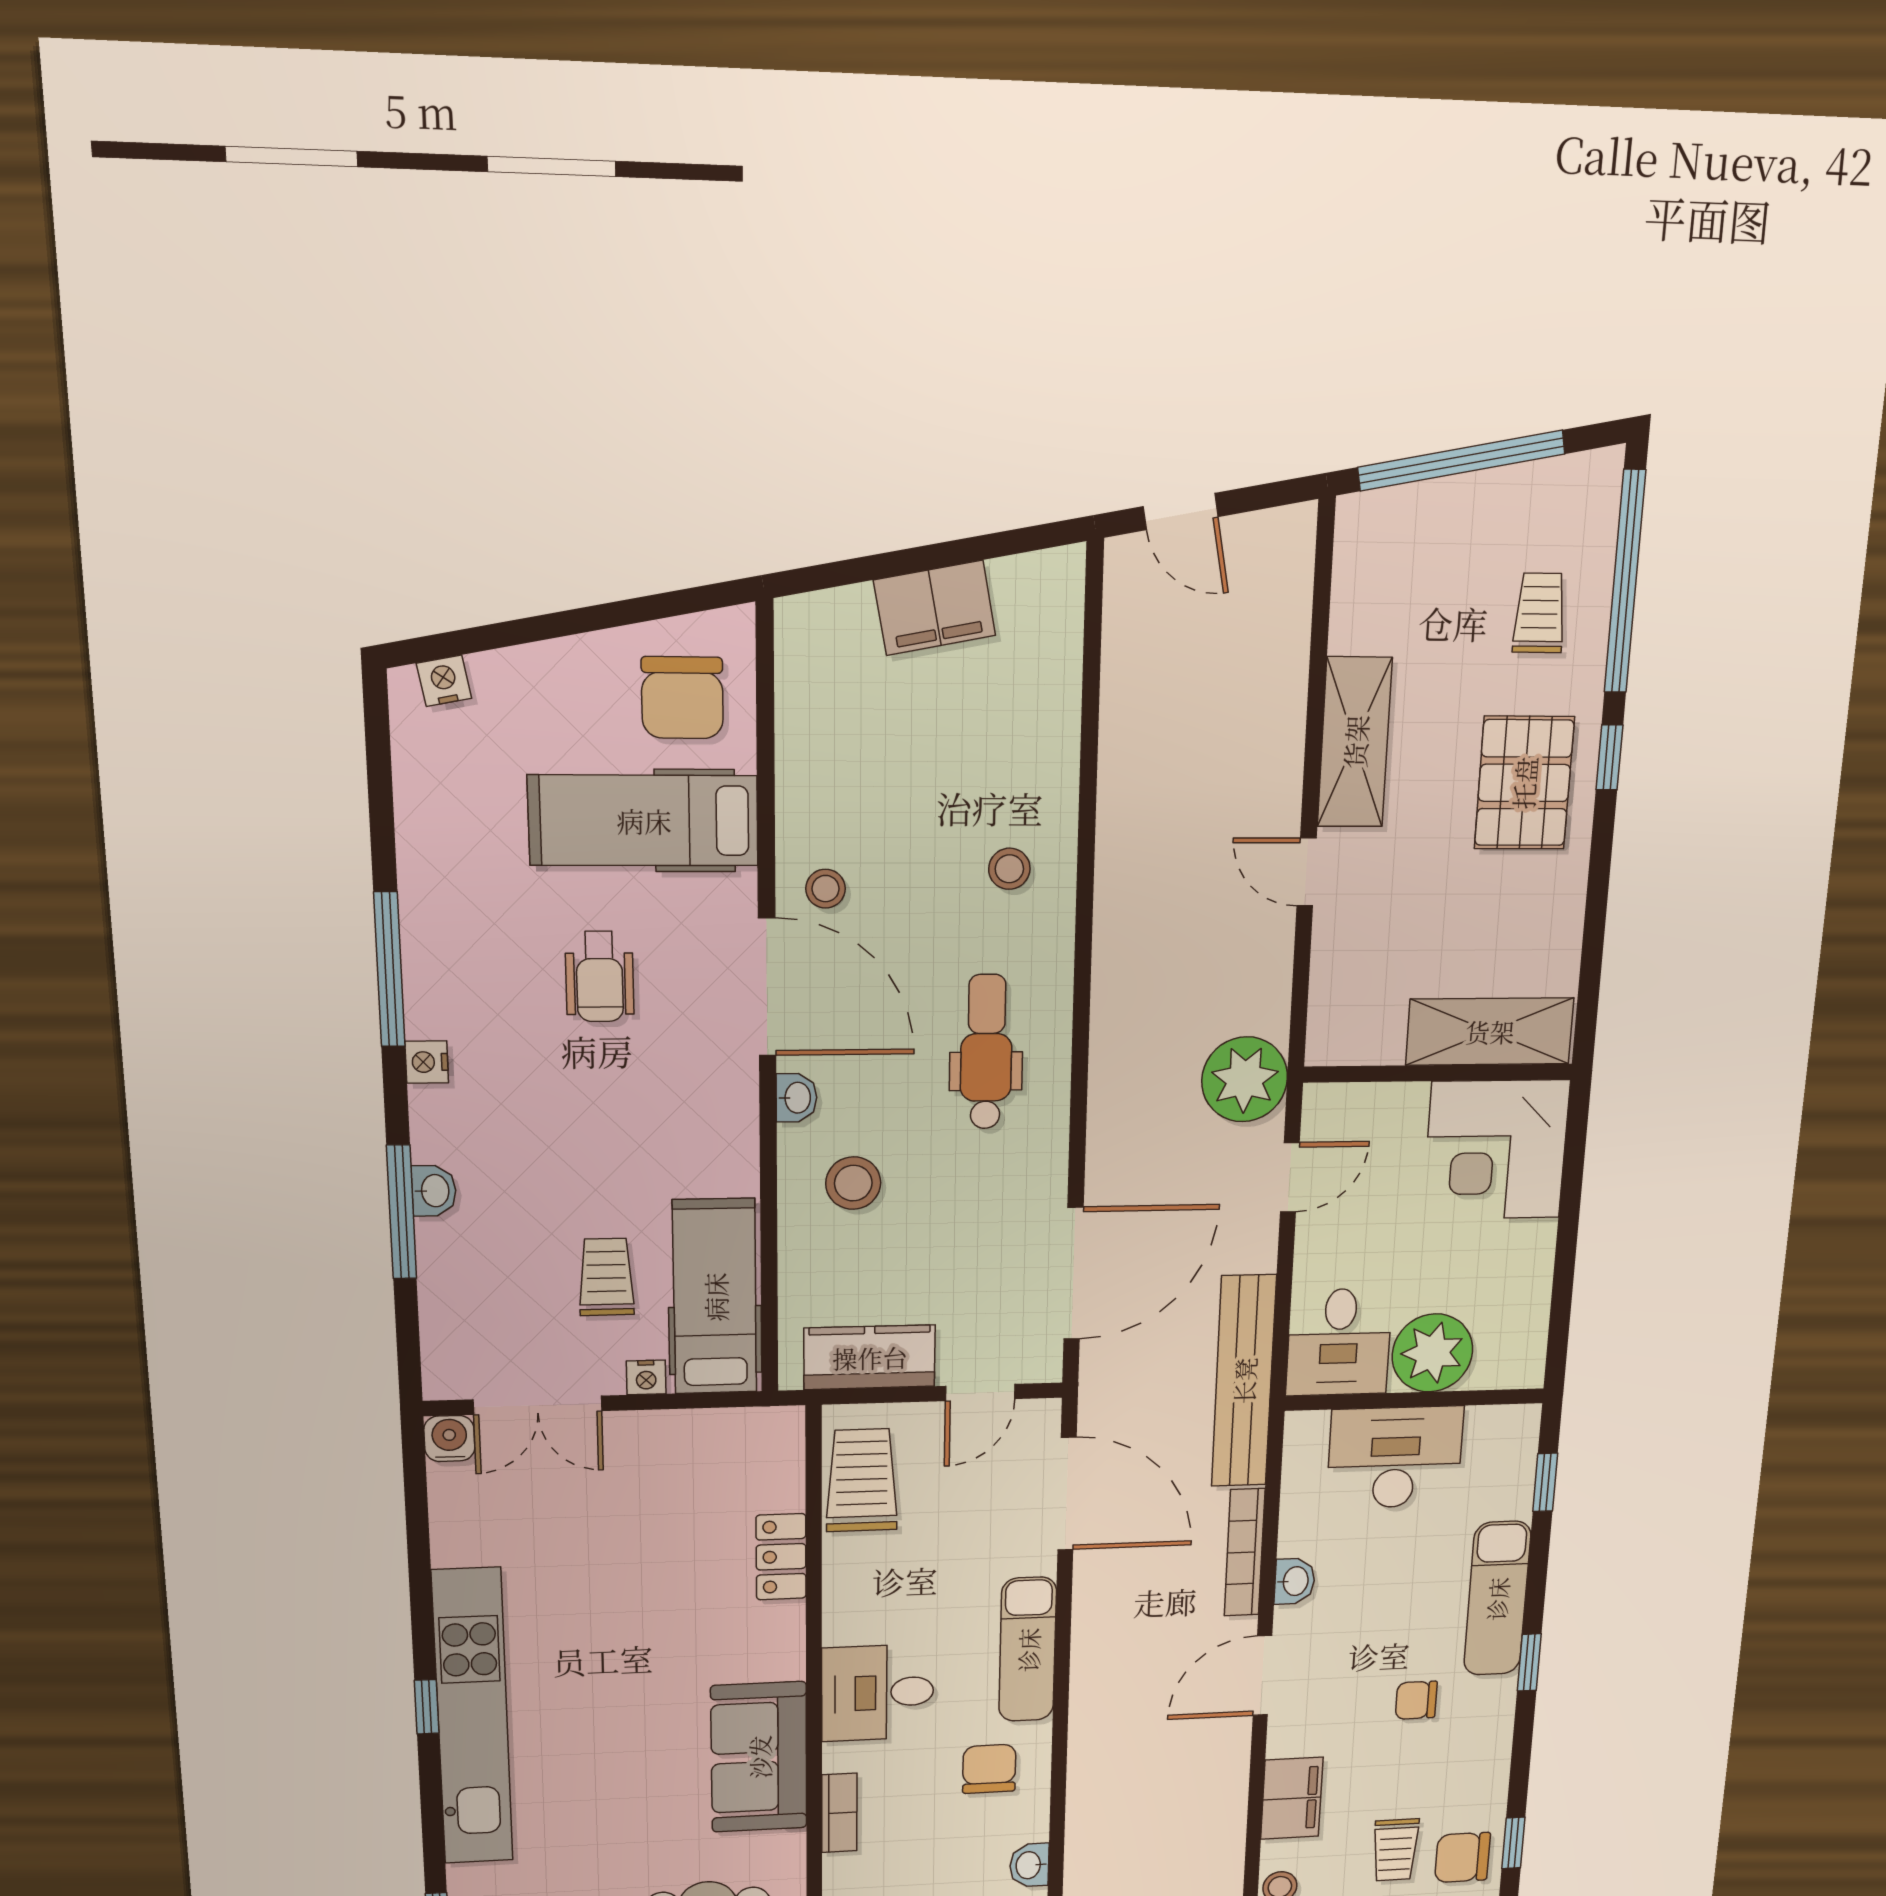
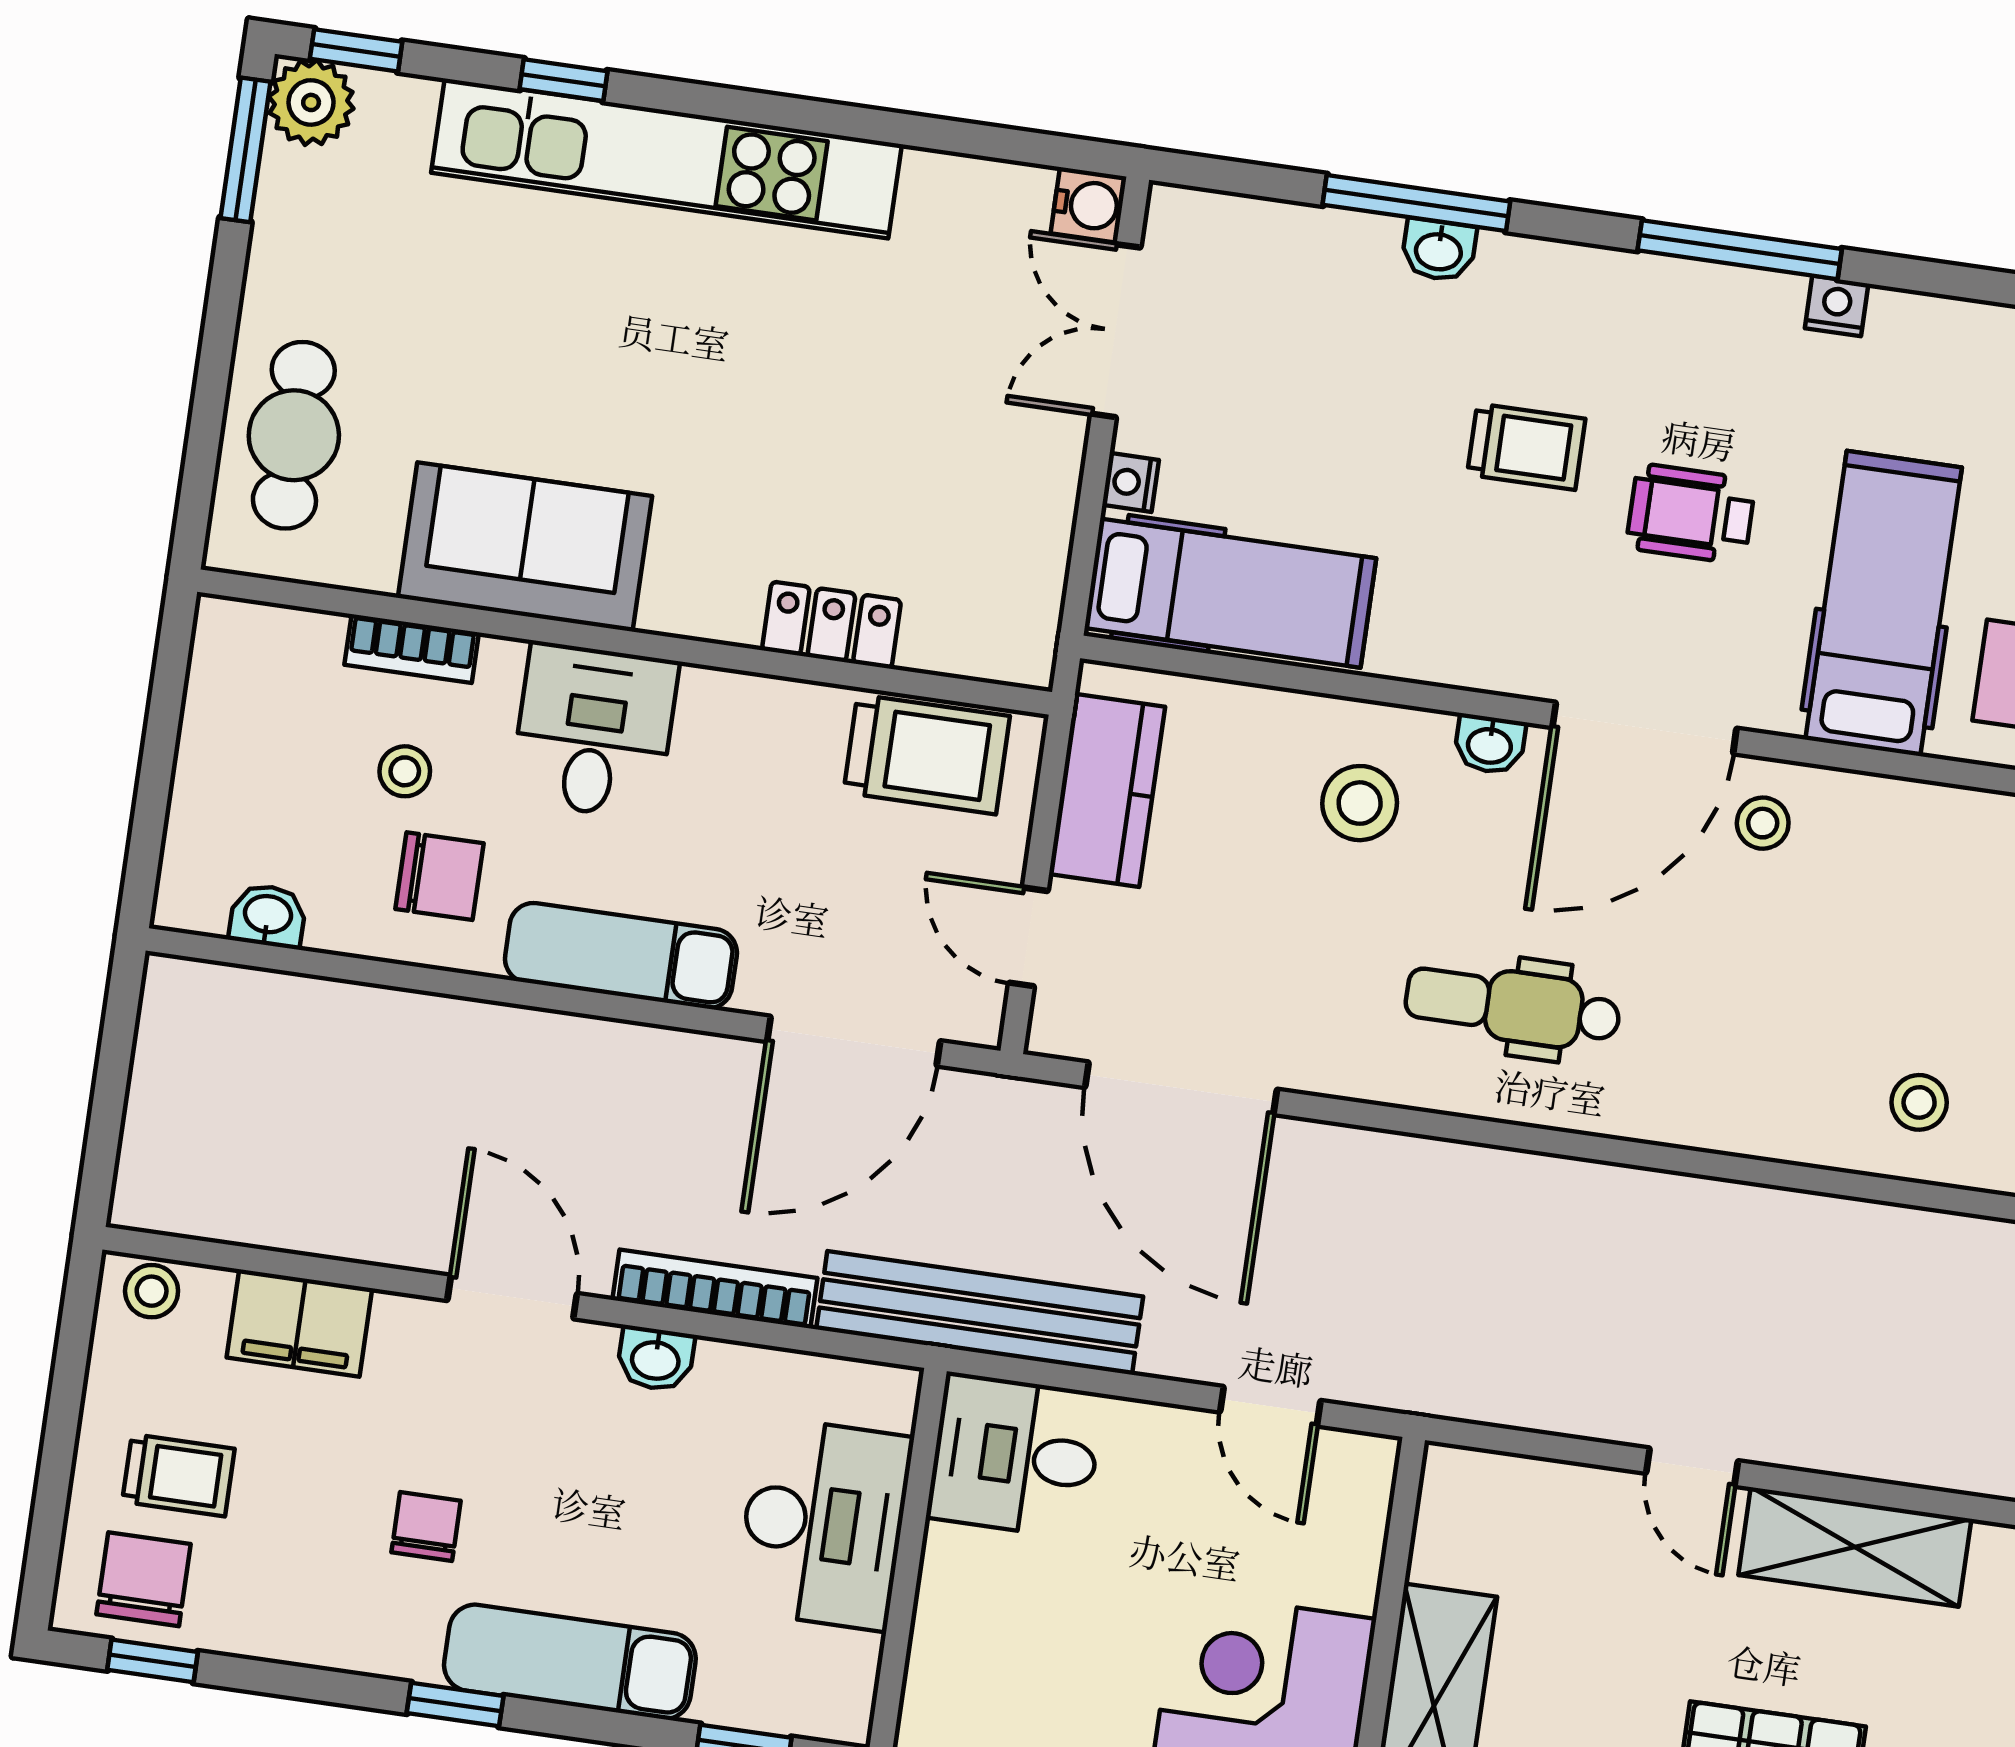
stool: (1009, 869) -> (1919, 1102), moved
door: (1307, 872) -> (1692, 1467), swing flipped
dental chair: (986, 1052) -> (1513, 1006), turned 180
nightstand: (427, 1062) -> (1837, 306), moved
plant: (1245, 1079) -> (1420, 1356), removed
trolley: (606, 1277) -> (1526, 447), moved
plant: (1432, 1353) -> (975, 1591), removed
window: (427, 1707) -> (563, 80), moved
stool: (922, 1802) -> (405, 771), added
trolley: (1395, 1850) -> (178, 1475), turned 180

